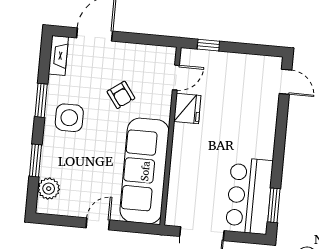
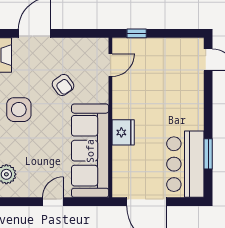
fridge: (187, 108) -> (123, 132), moved
window: (274, 205) -> (208, 154), moved

